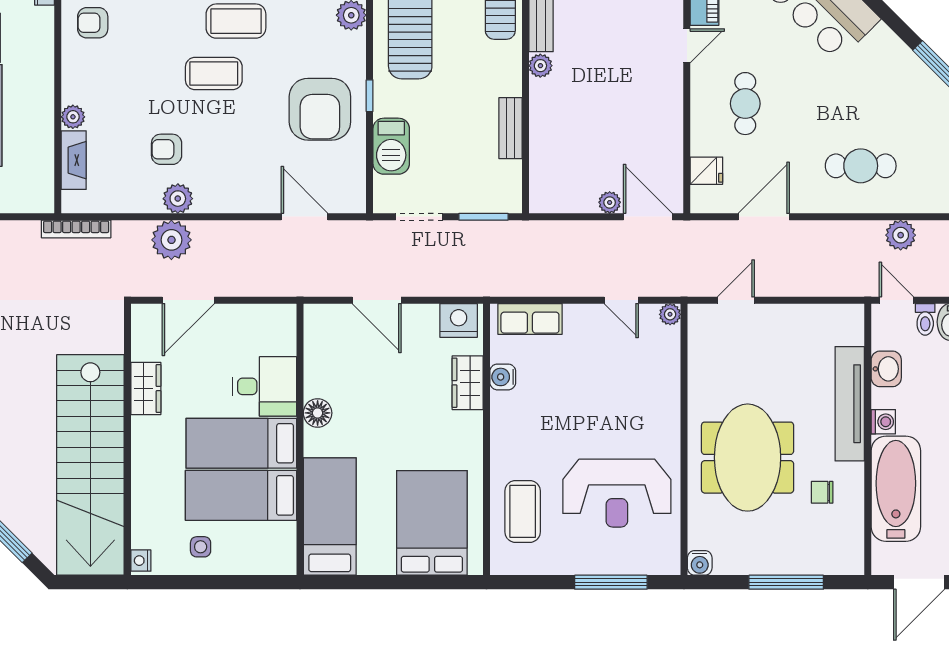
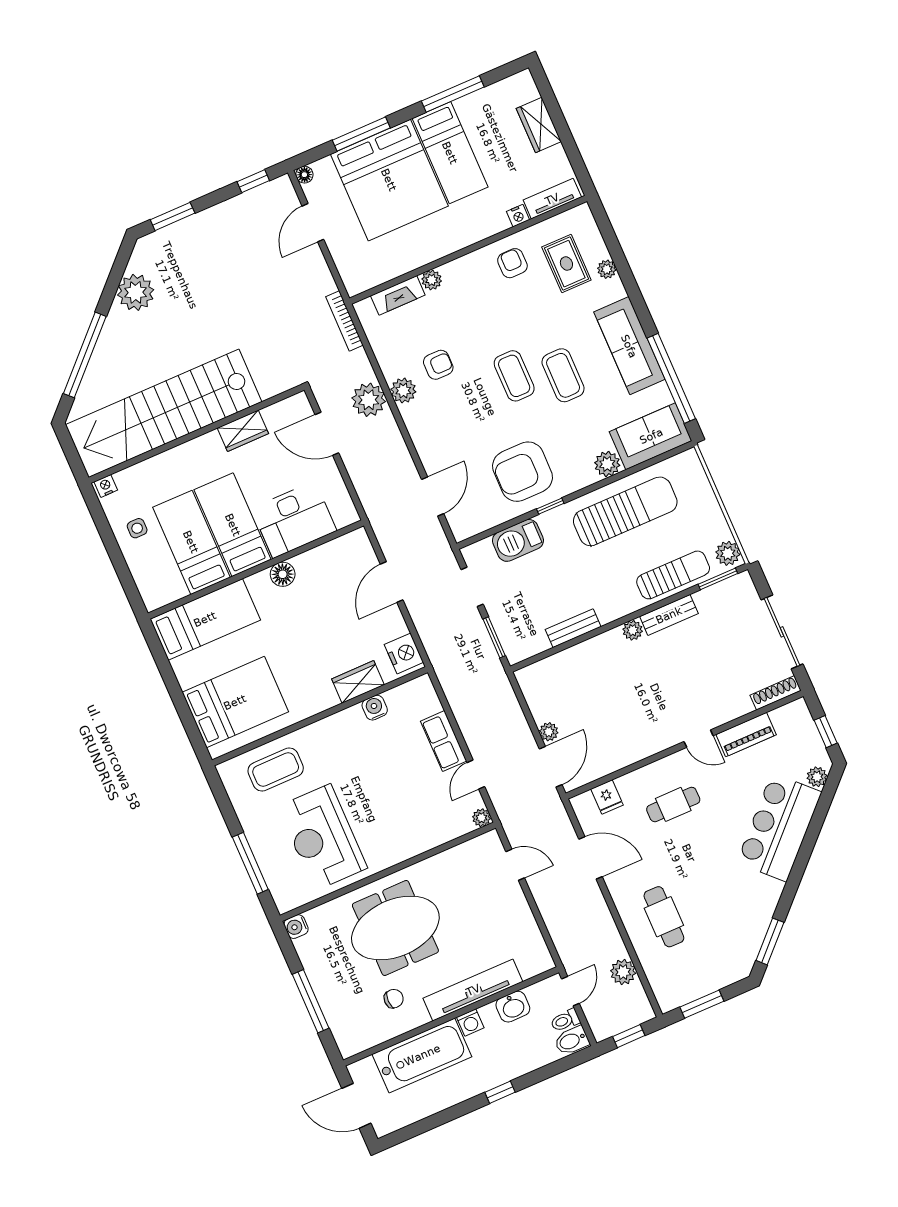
armchair: (167, 149) -> (438, 365), turned 90
row of seats: (530, 319) -> (444, 741), moved
desk: (265, 386) -> (294, 520), width x1.37
chair: (822, 492) -> (394, 999), turned 90

